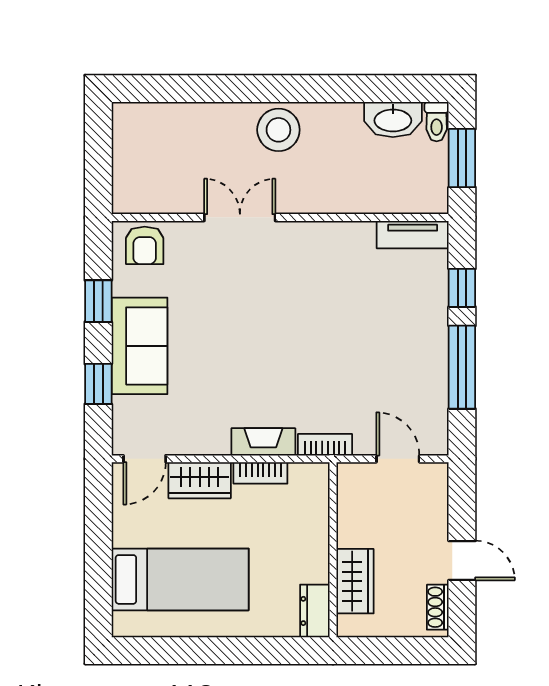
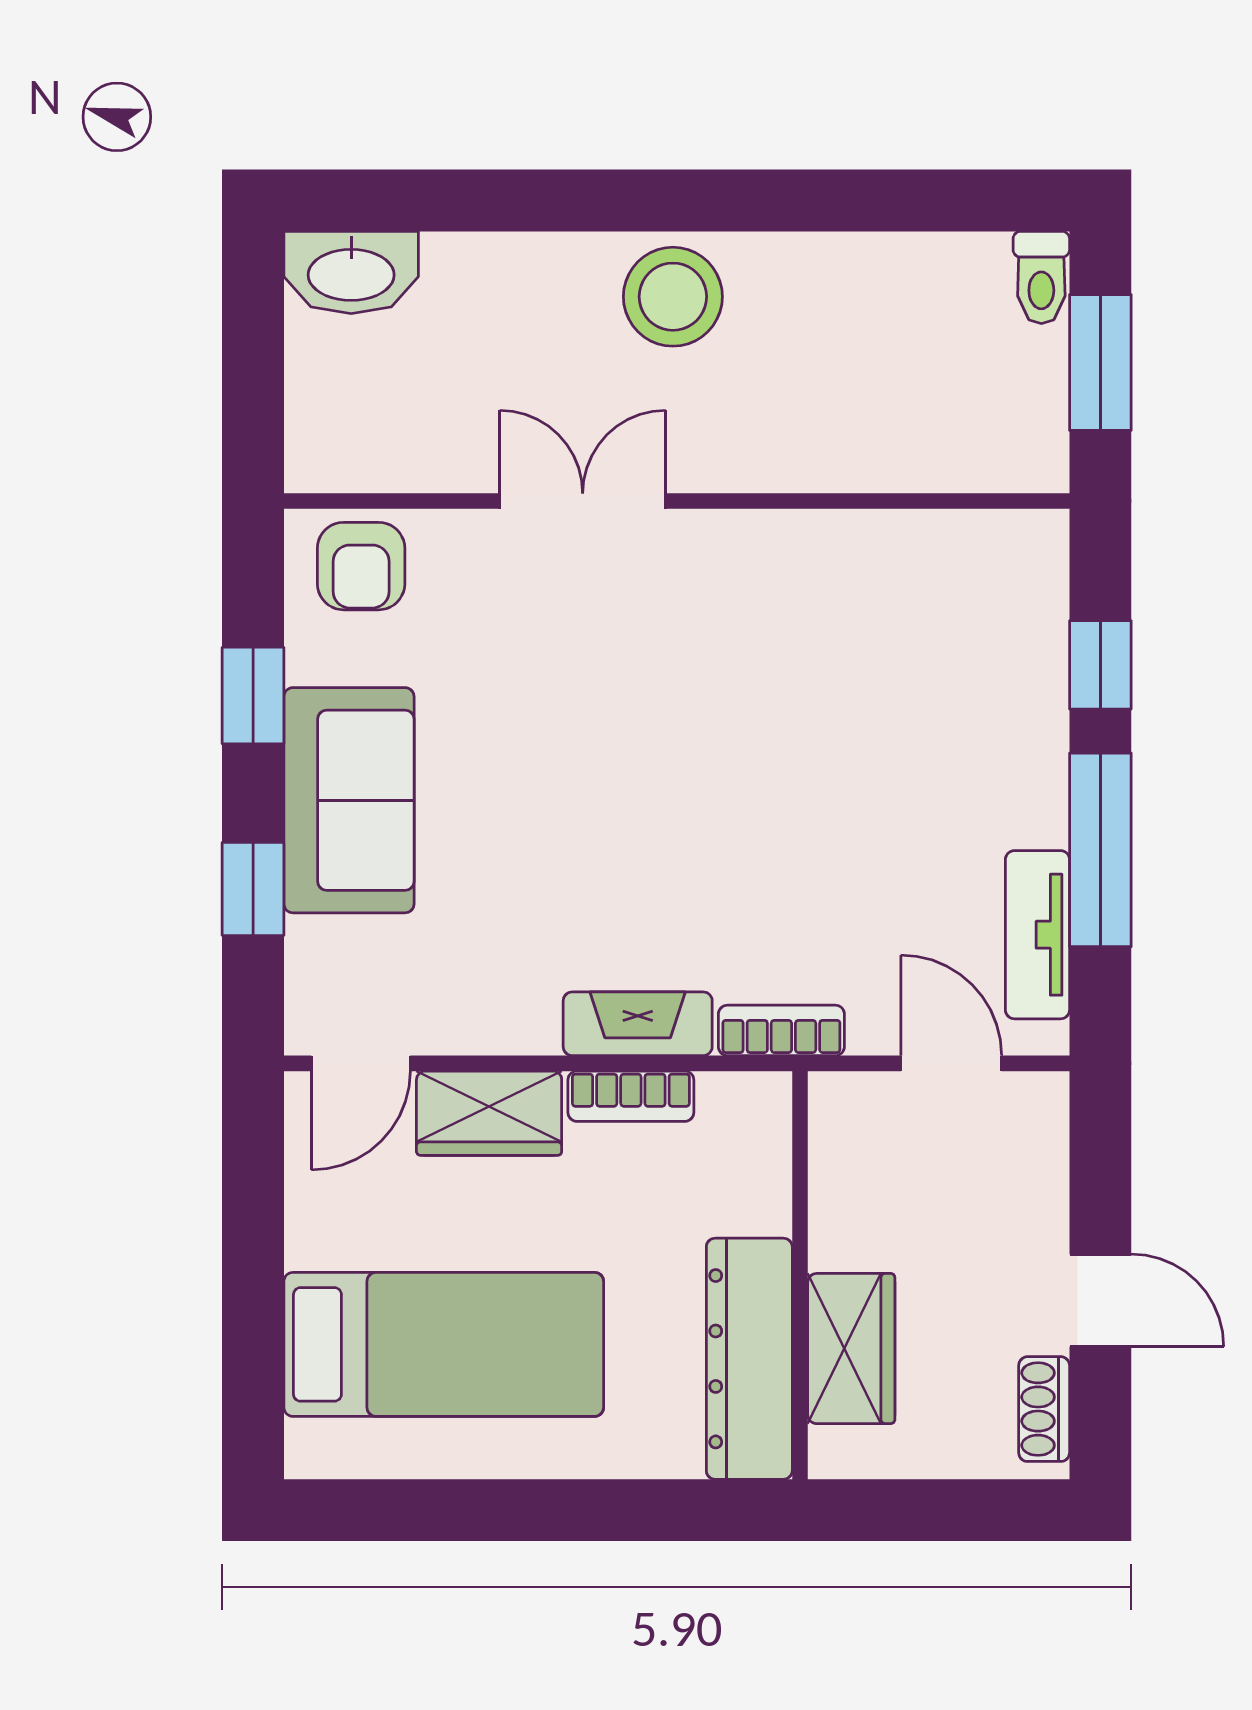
washbasin: (393, 119) -> (351, 272), moved
tv unit: (413, 235) -> (1037, 935), moved, turned 90
dresser: (315, 611) -> (749, 1359), width x1.96, depth x1.24

